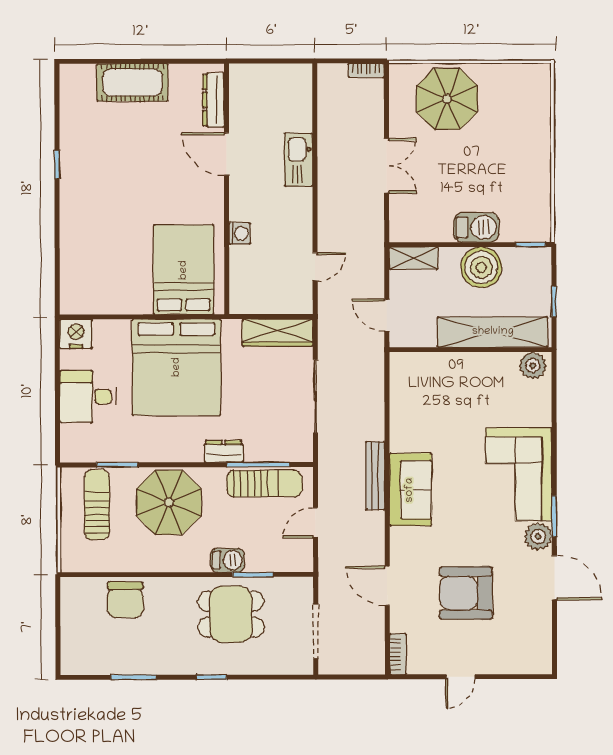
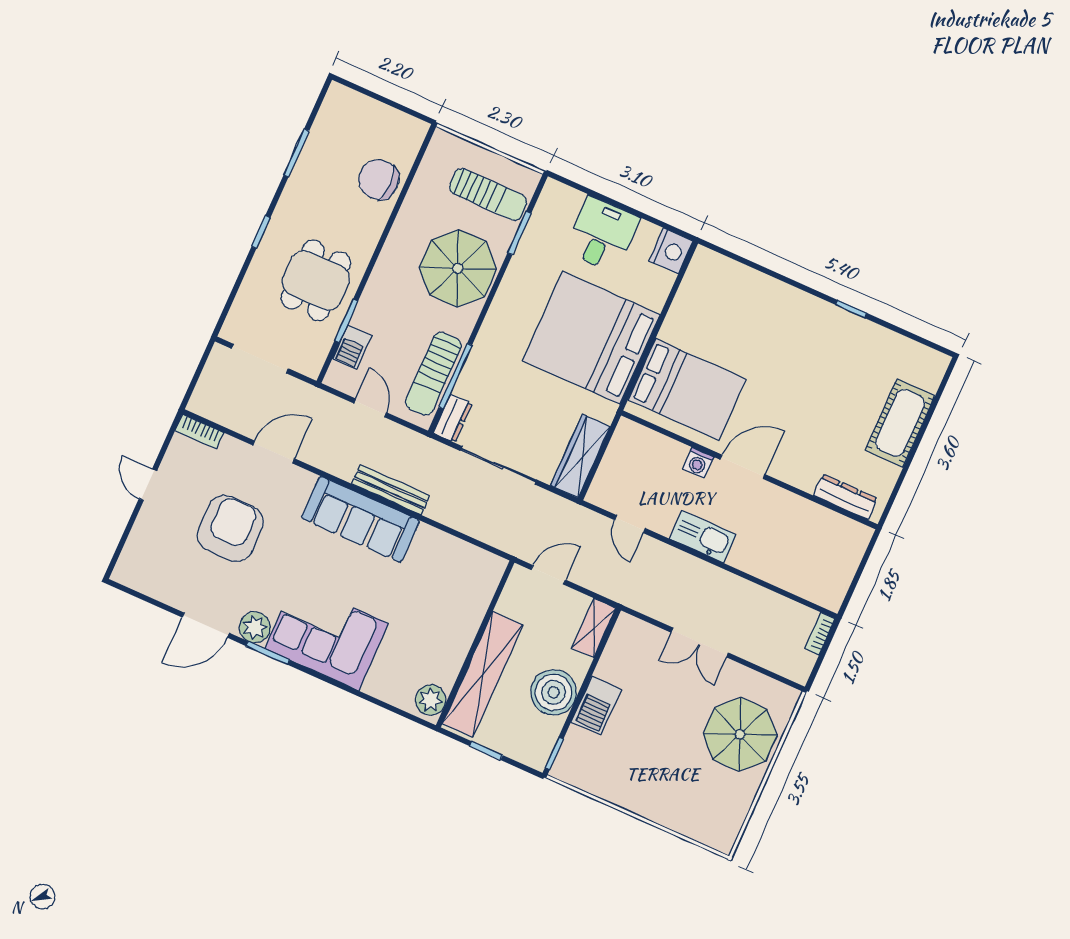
bookcase: (366, 70) -> (820, 634), moved
door: (227, 154) -> (742, 467), moved
kitchen sink: (299, 160) -> (703, 537), moved
dresser: (224, 451) -> (453, 418), moved
sofa: (410, 490) -> (360, 519), width x1.36
barbecue: (227, 560) -> (352, 347), moved

